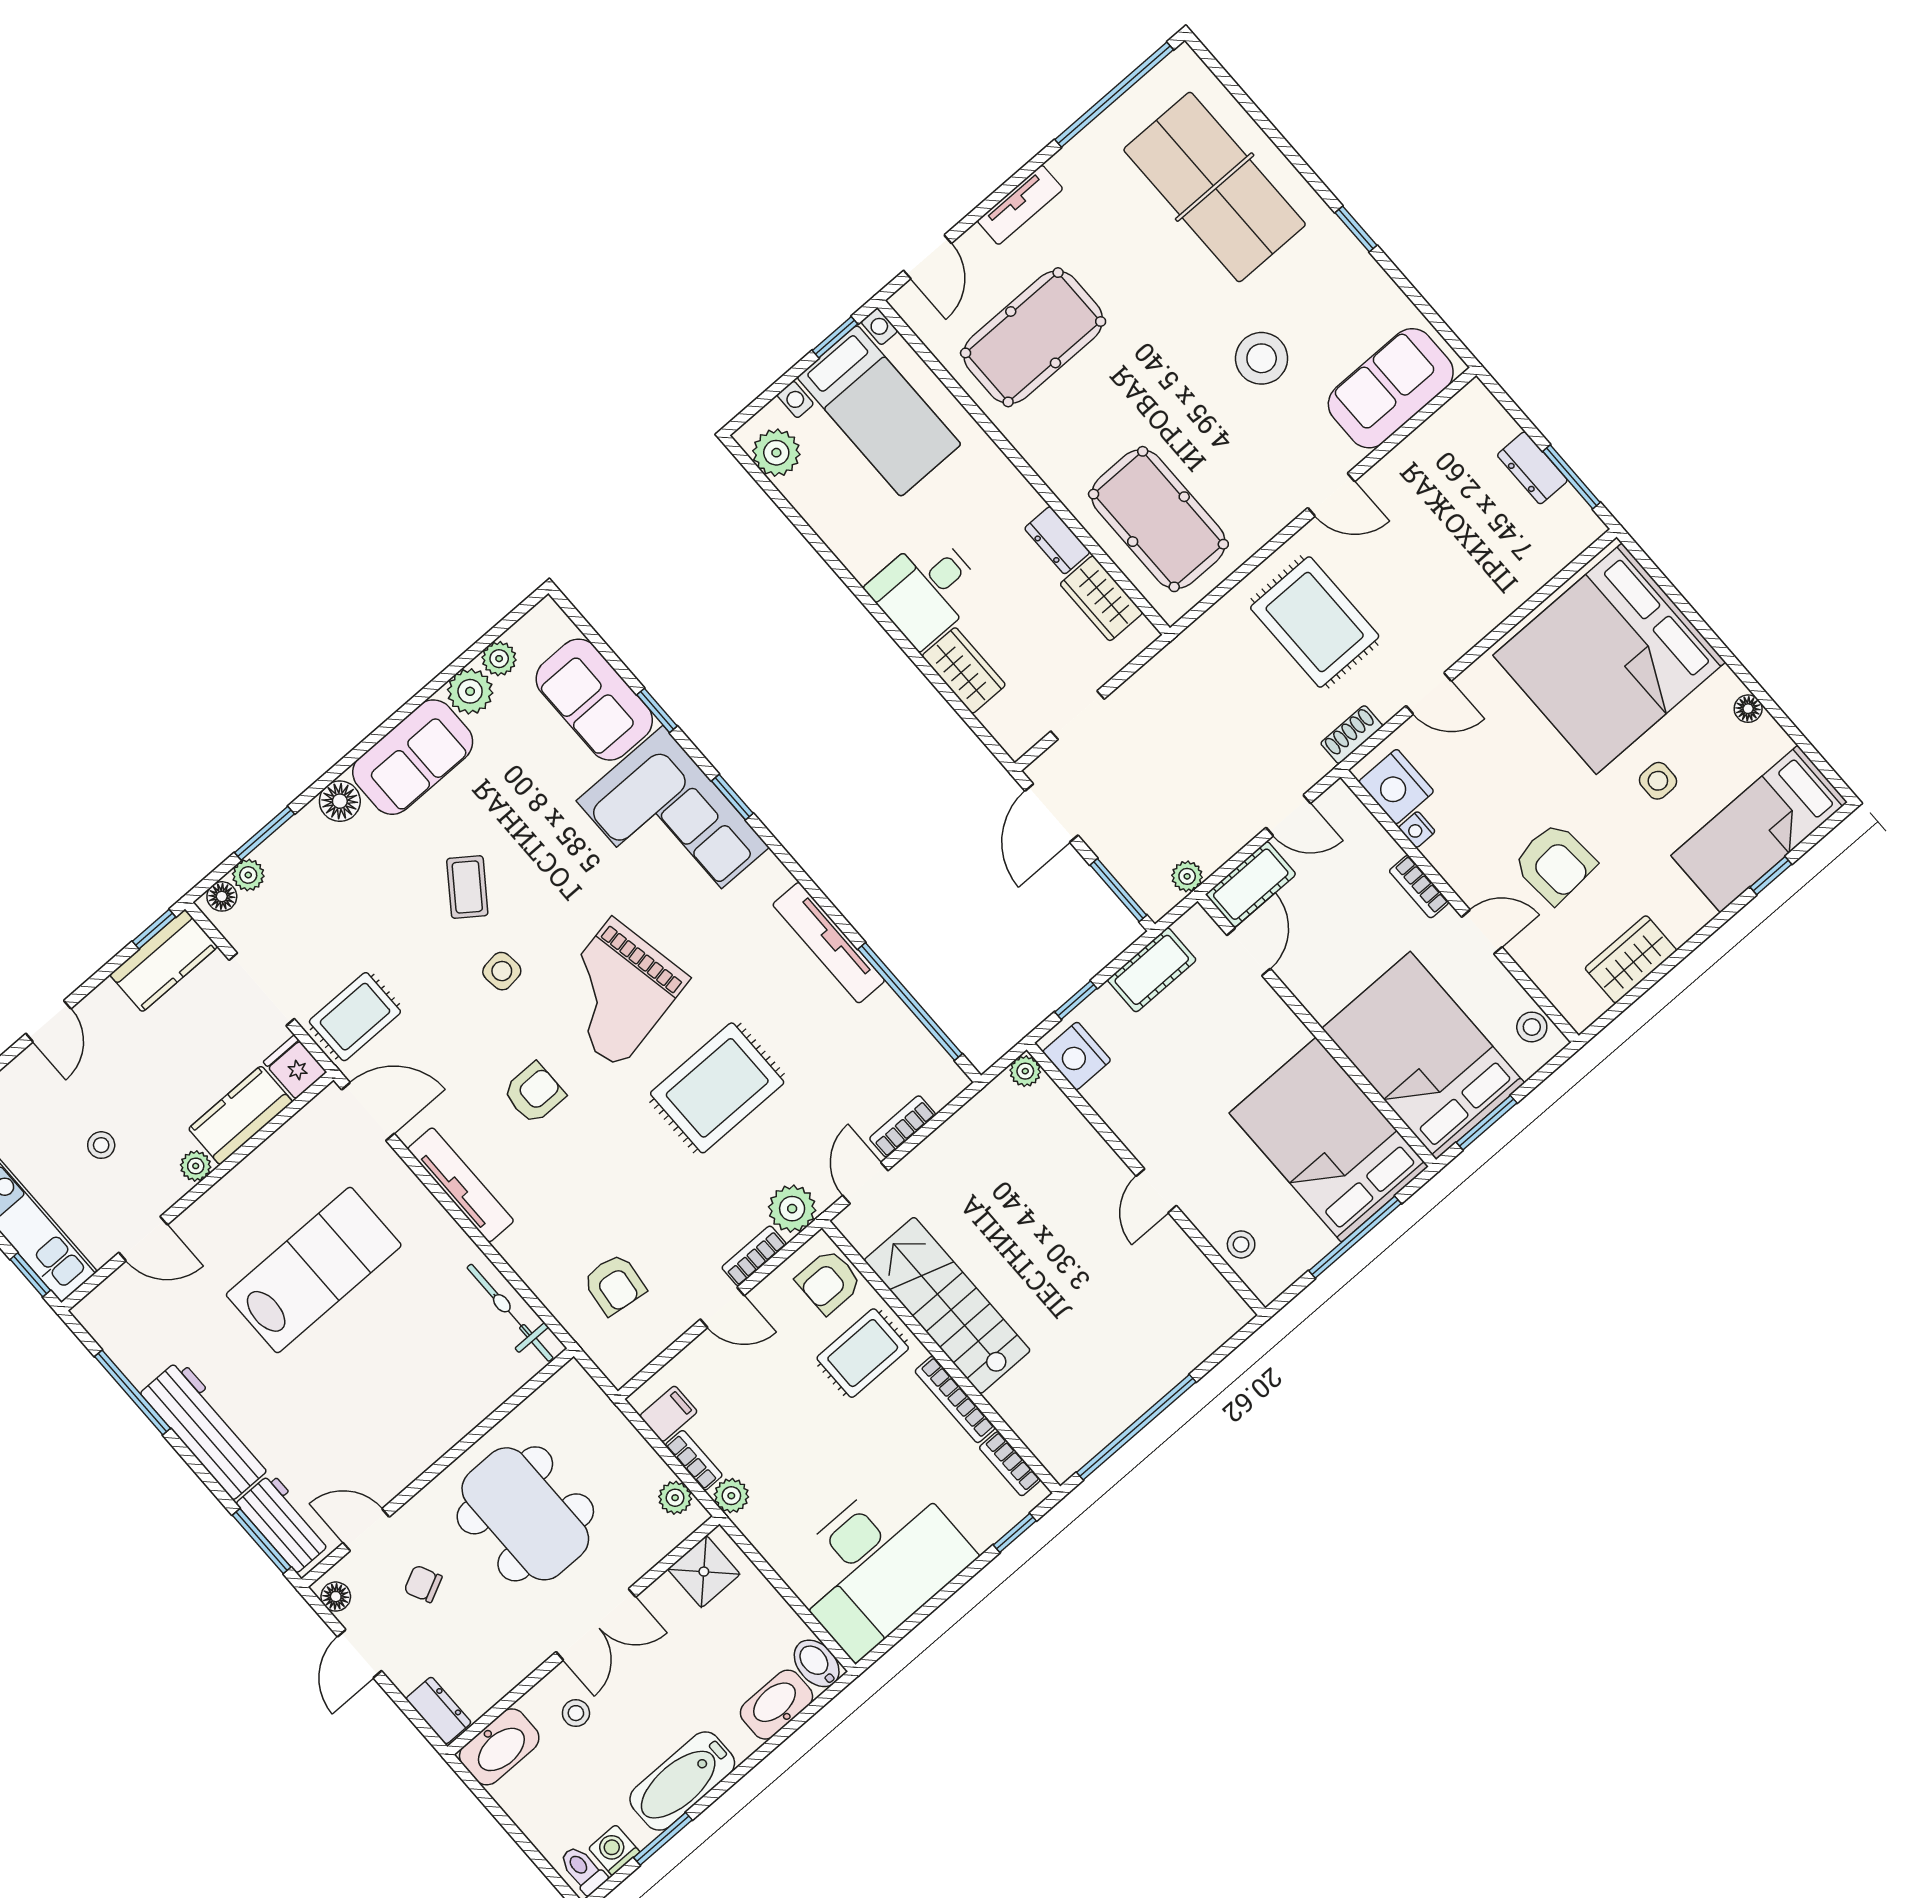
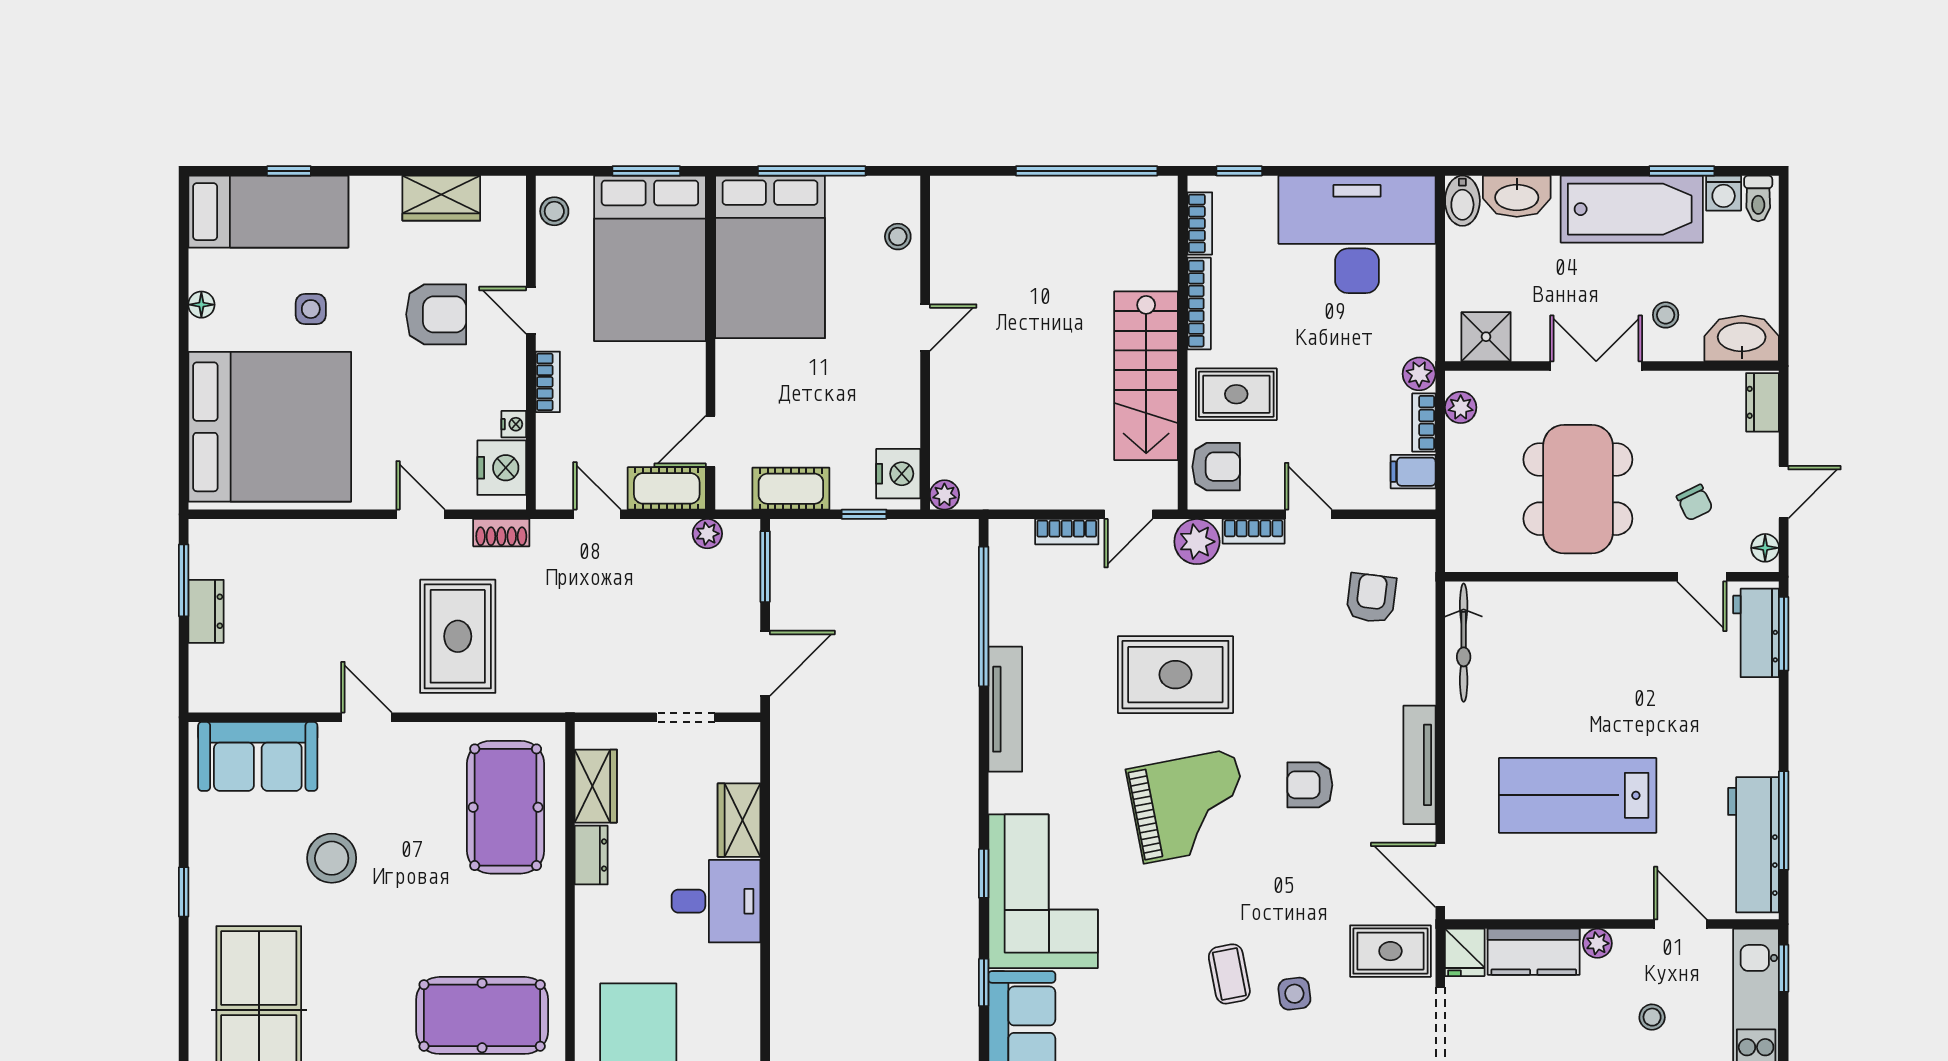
armchair: (1555, 863) -> (436, 314), turned 94
coffee table: (467, 887) -> (1229, 974), turned -47
side table: (502, 971) -> (1294, 994), moved
workbench: (207, 1429) -> (1754, 845), moved
bathtub: (682, 1781) -> (1632, 209), width x1.36, depth x1.36

